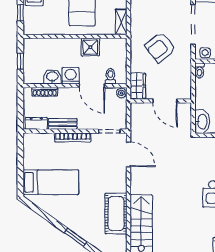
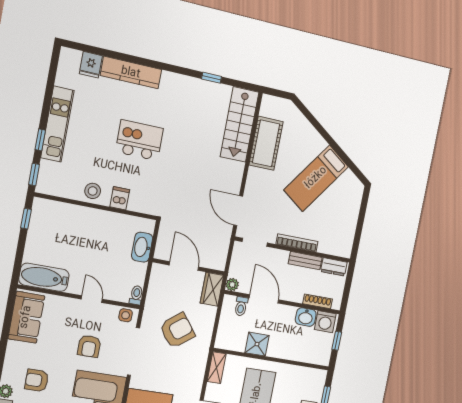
washing machine: (71, 76) -> (325, 322), moved
washbasin: (202, 122) -> (142, 247), moved
bed: (51, 182) -> (316, 178), moved, turned -54
window: (76, 237) -> (317, 125), removed

